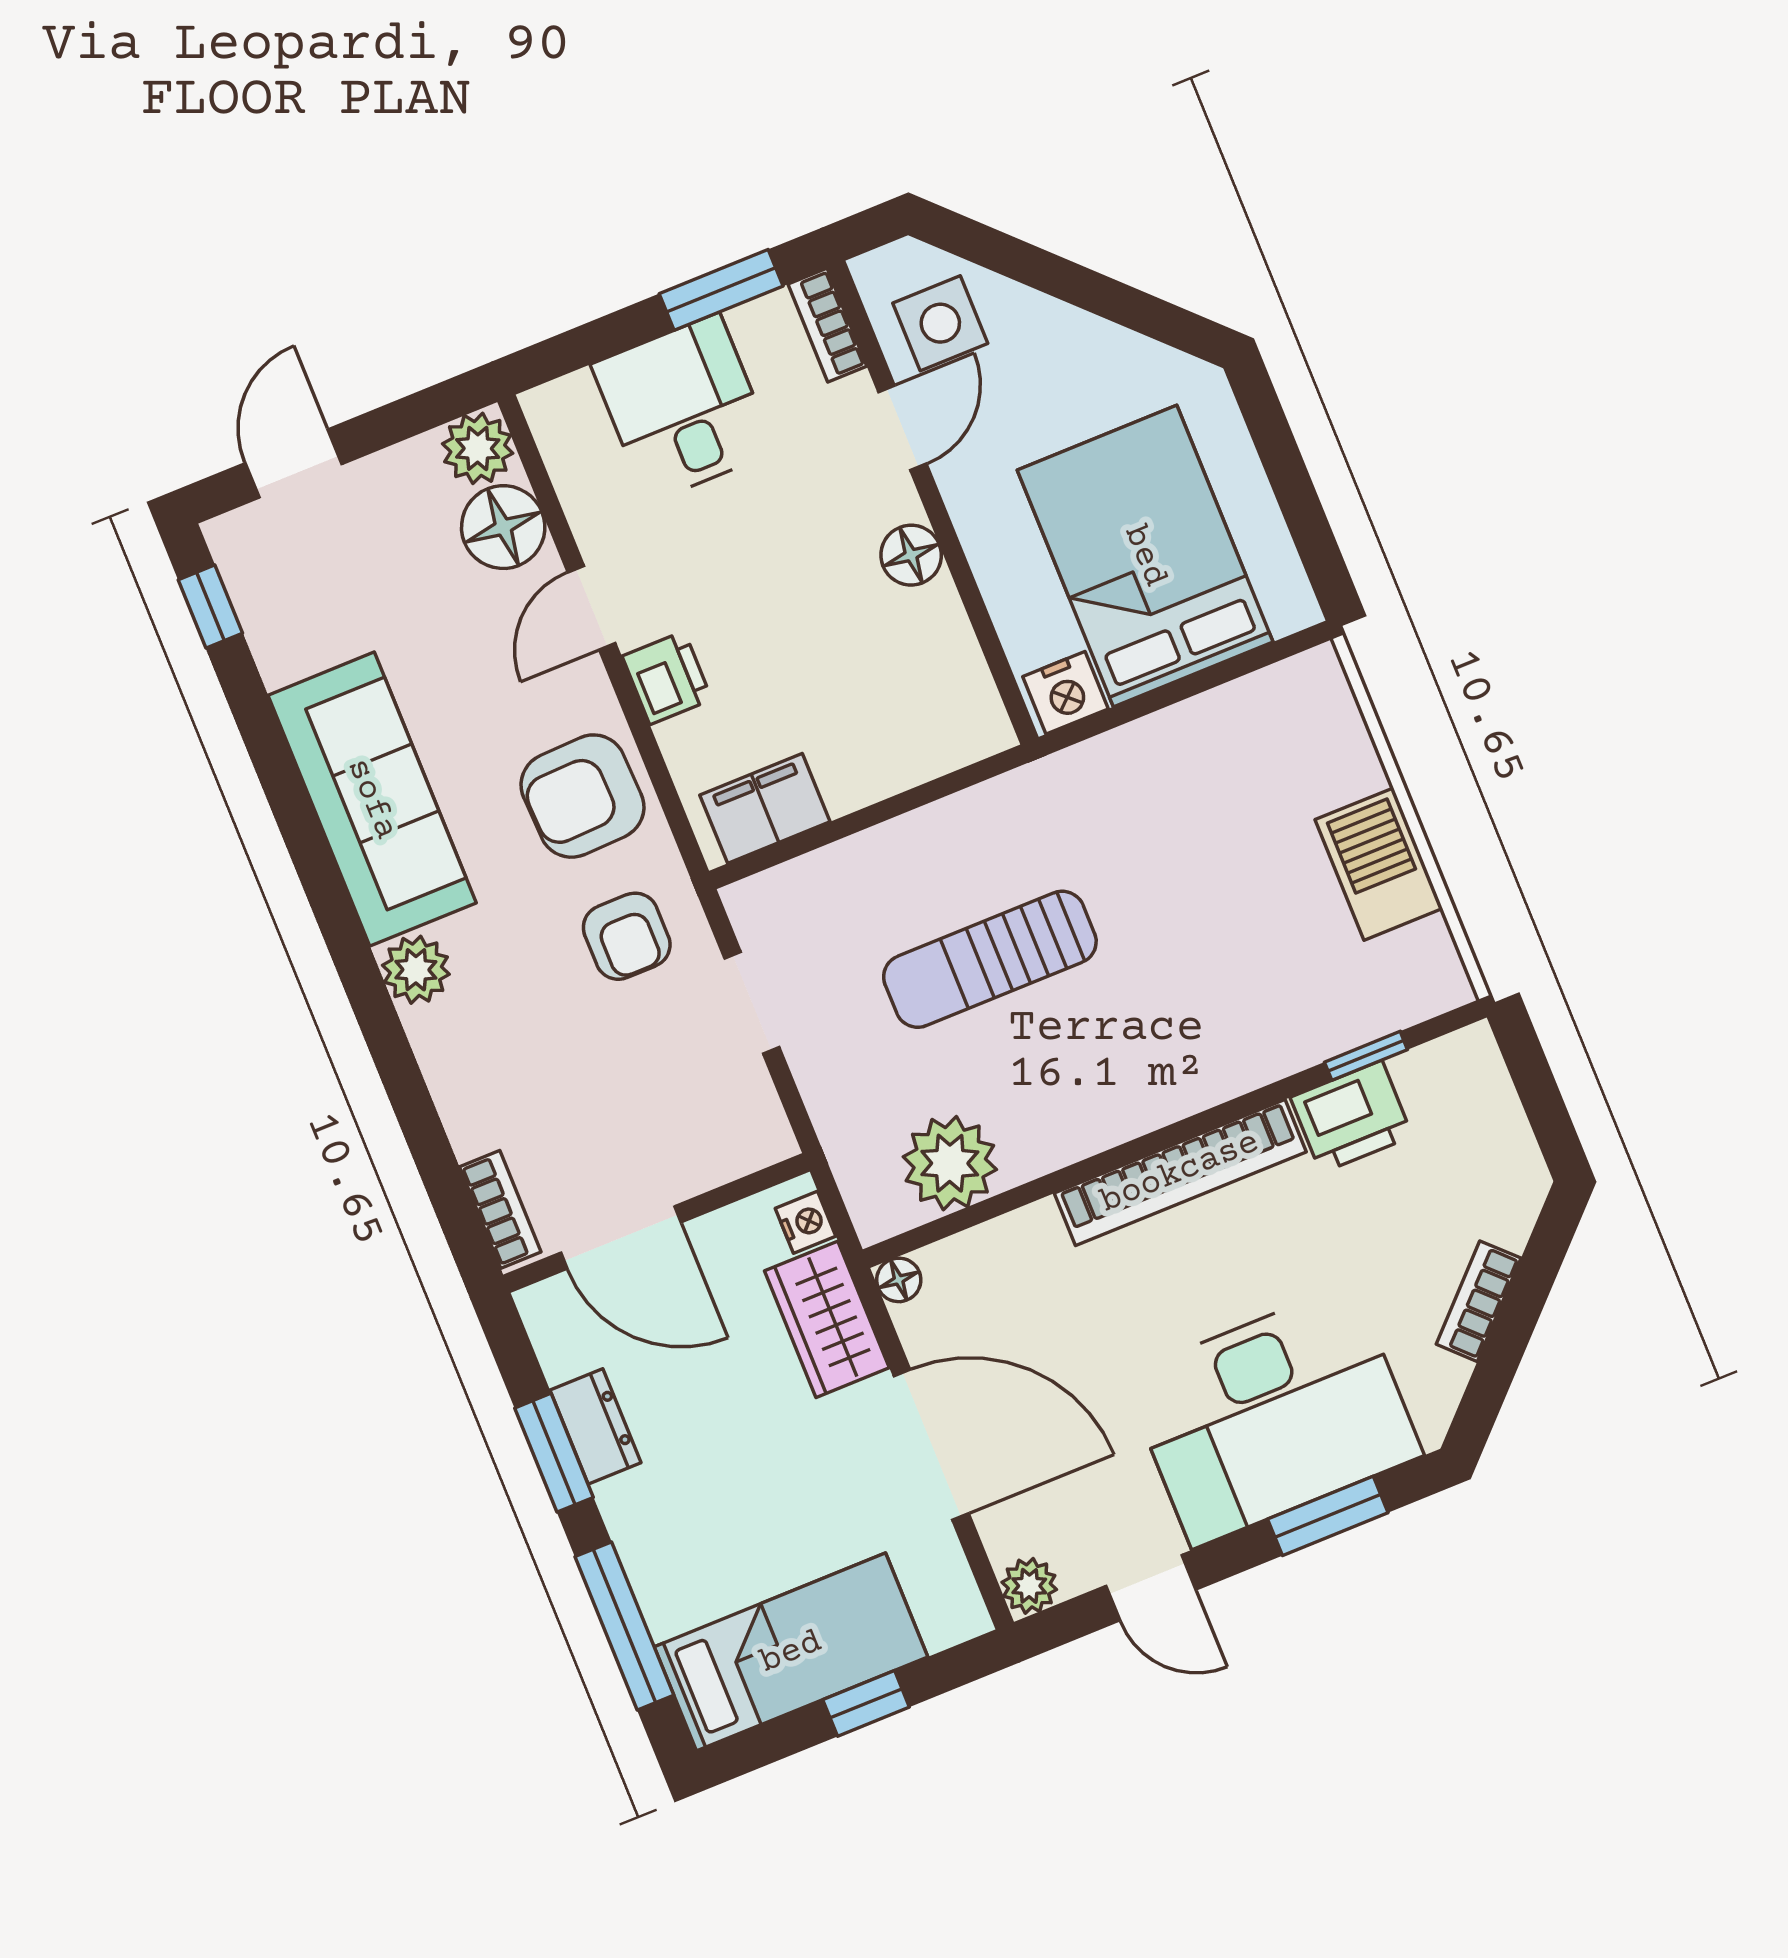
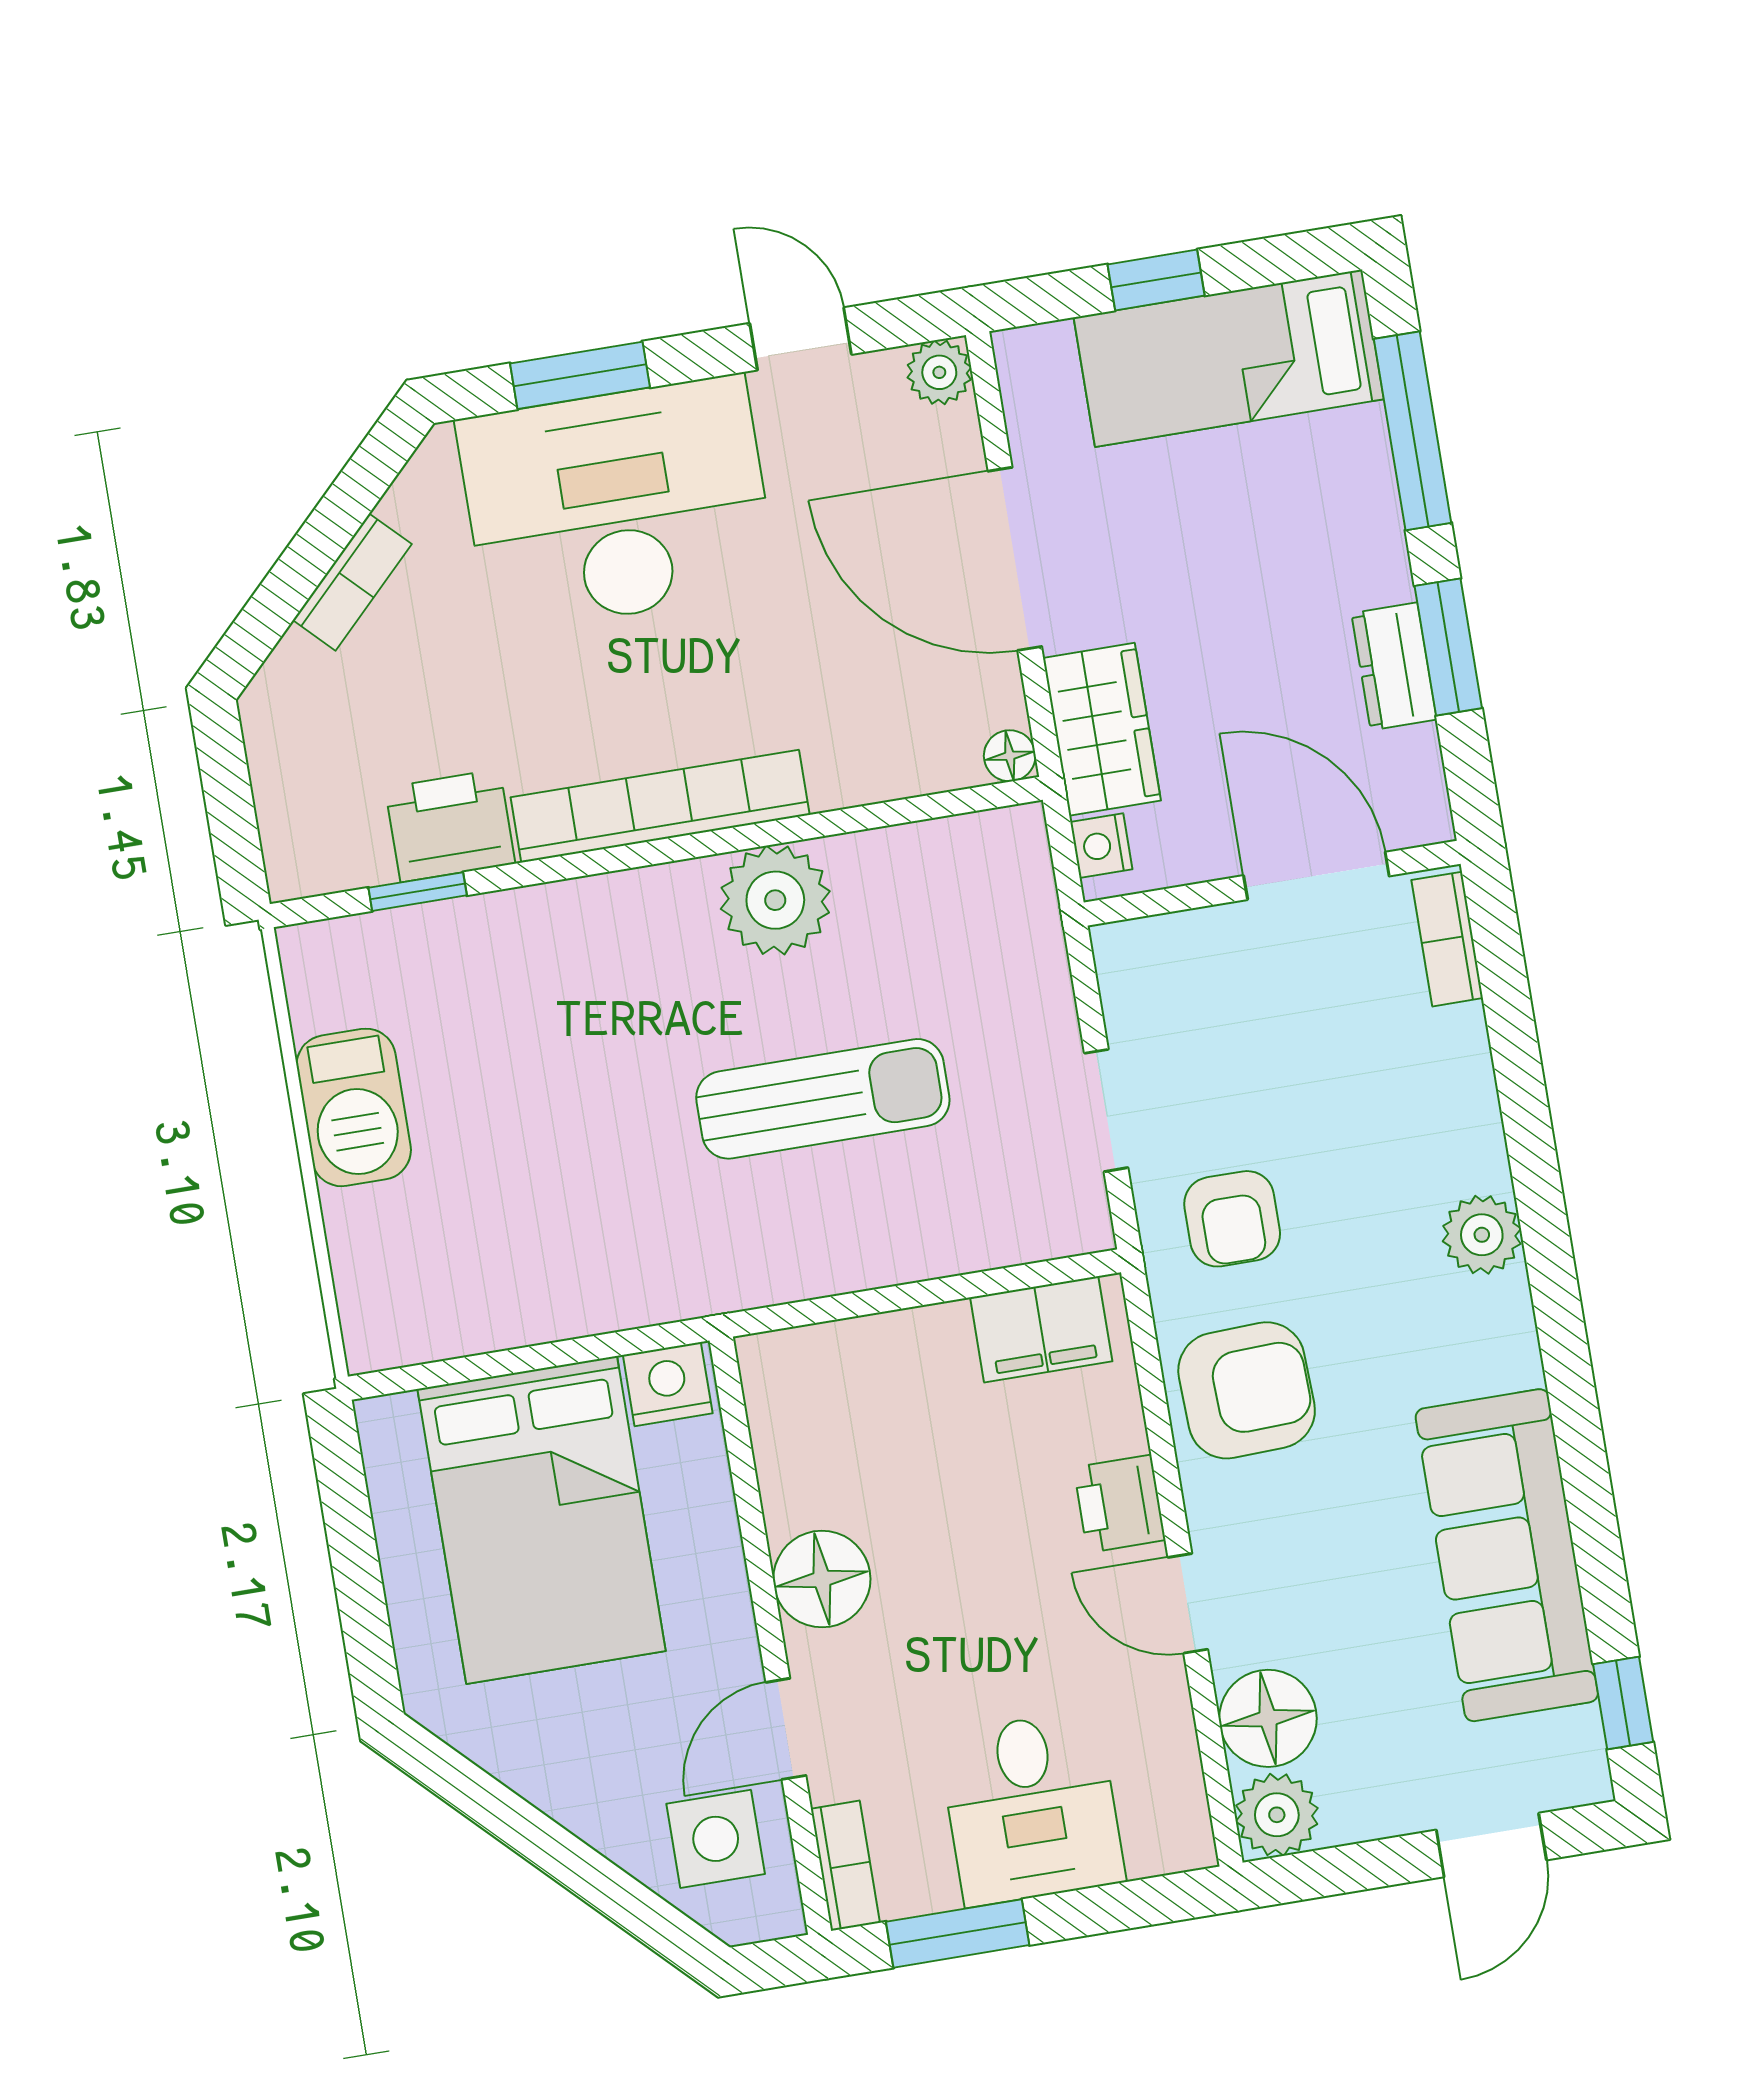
floor lamp: (911, 555) -> (822, 1579), width x1.38, depth x1.38
door: (591, 608) -> (1188, 1603), swing flipped
sofa: (372, 799) -> (1507, 1555), moved
armchair: (627, 936) -> (1232, 1219), turned 180
plant: (950, 1163) -> (775, 900), moved

